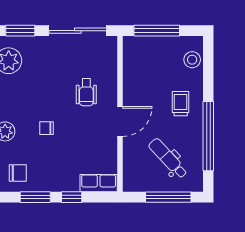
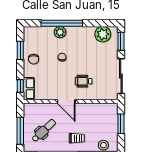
window: (157, 31) -> (121, 124), width x0.69
chair: (18, 173) -> (34, 59), moved
window: (72, 197) -> (20, 86), moved

